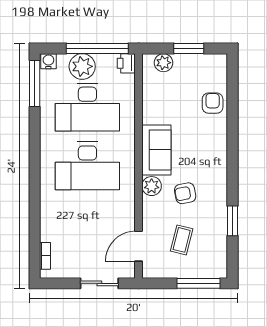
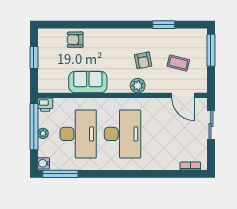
plant: (163, 63) -> (45, 77), removed
plant: (82, 66) -> (43, 133), width x0.53, depth x0.53
sofa: (156, 150) -> (88, 82), moved

